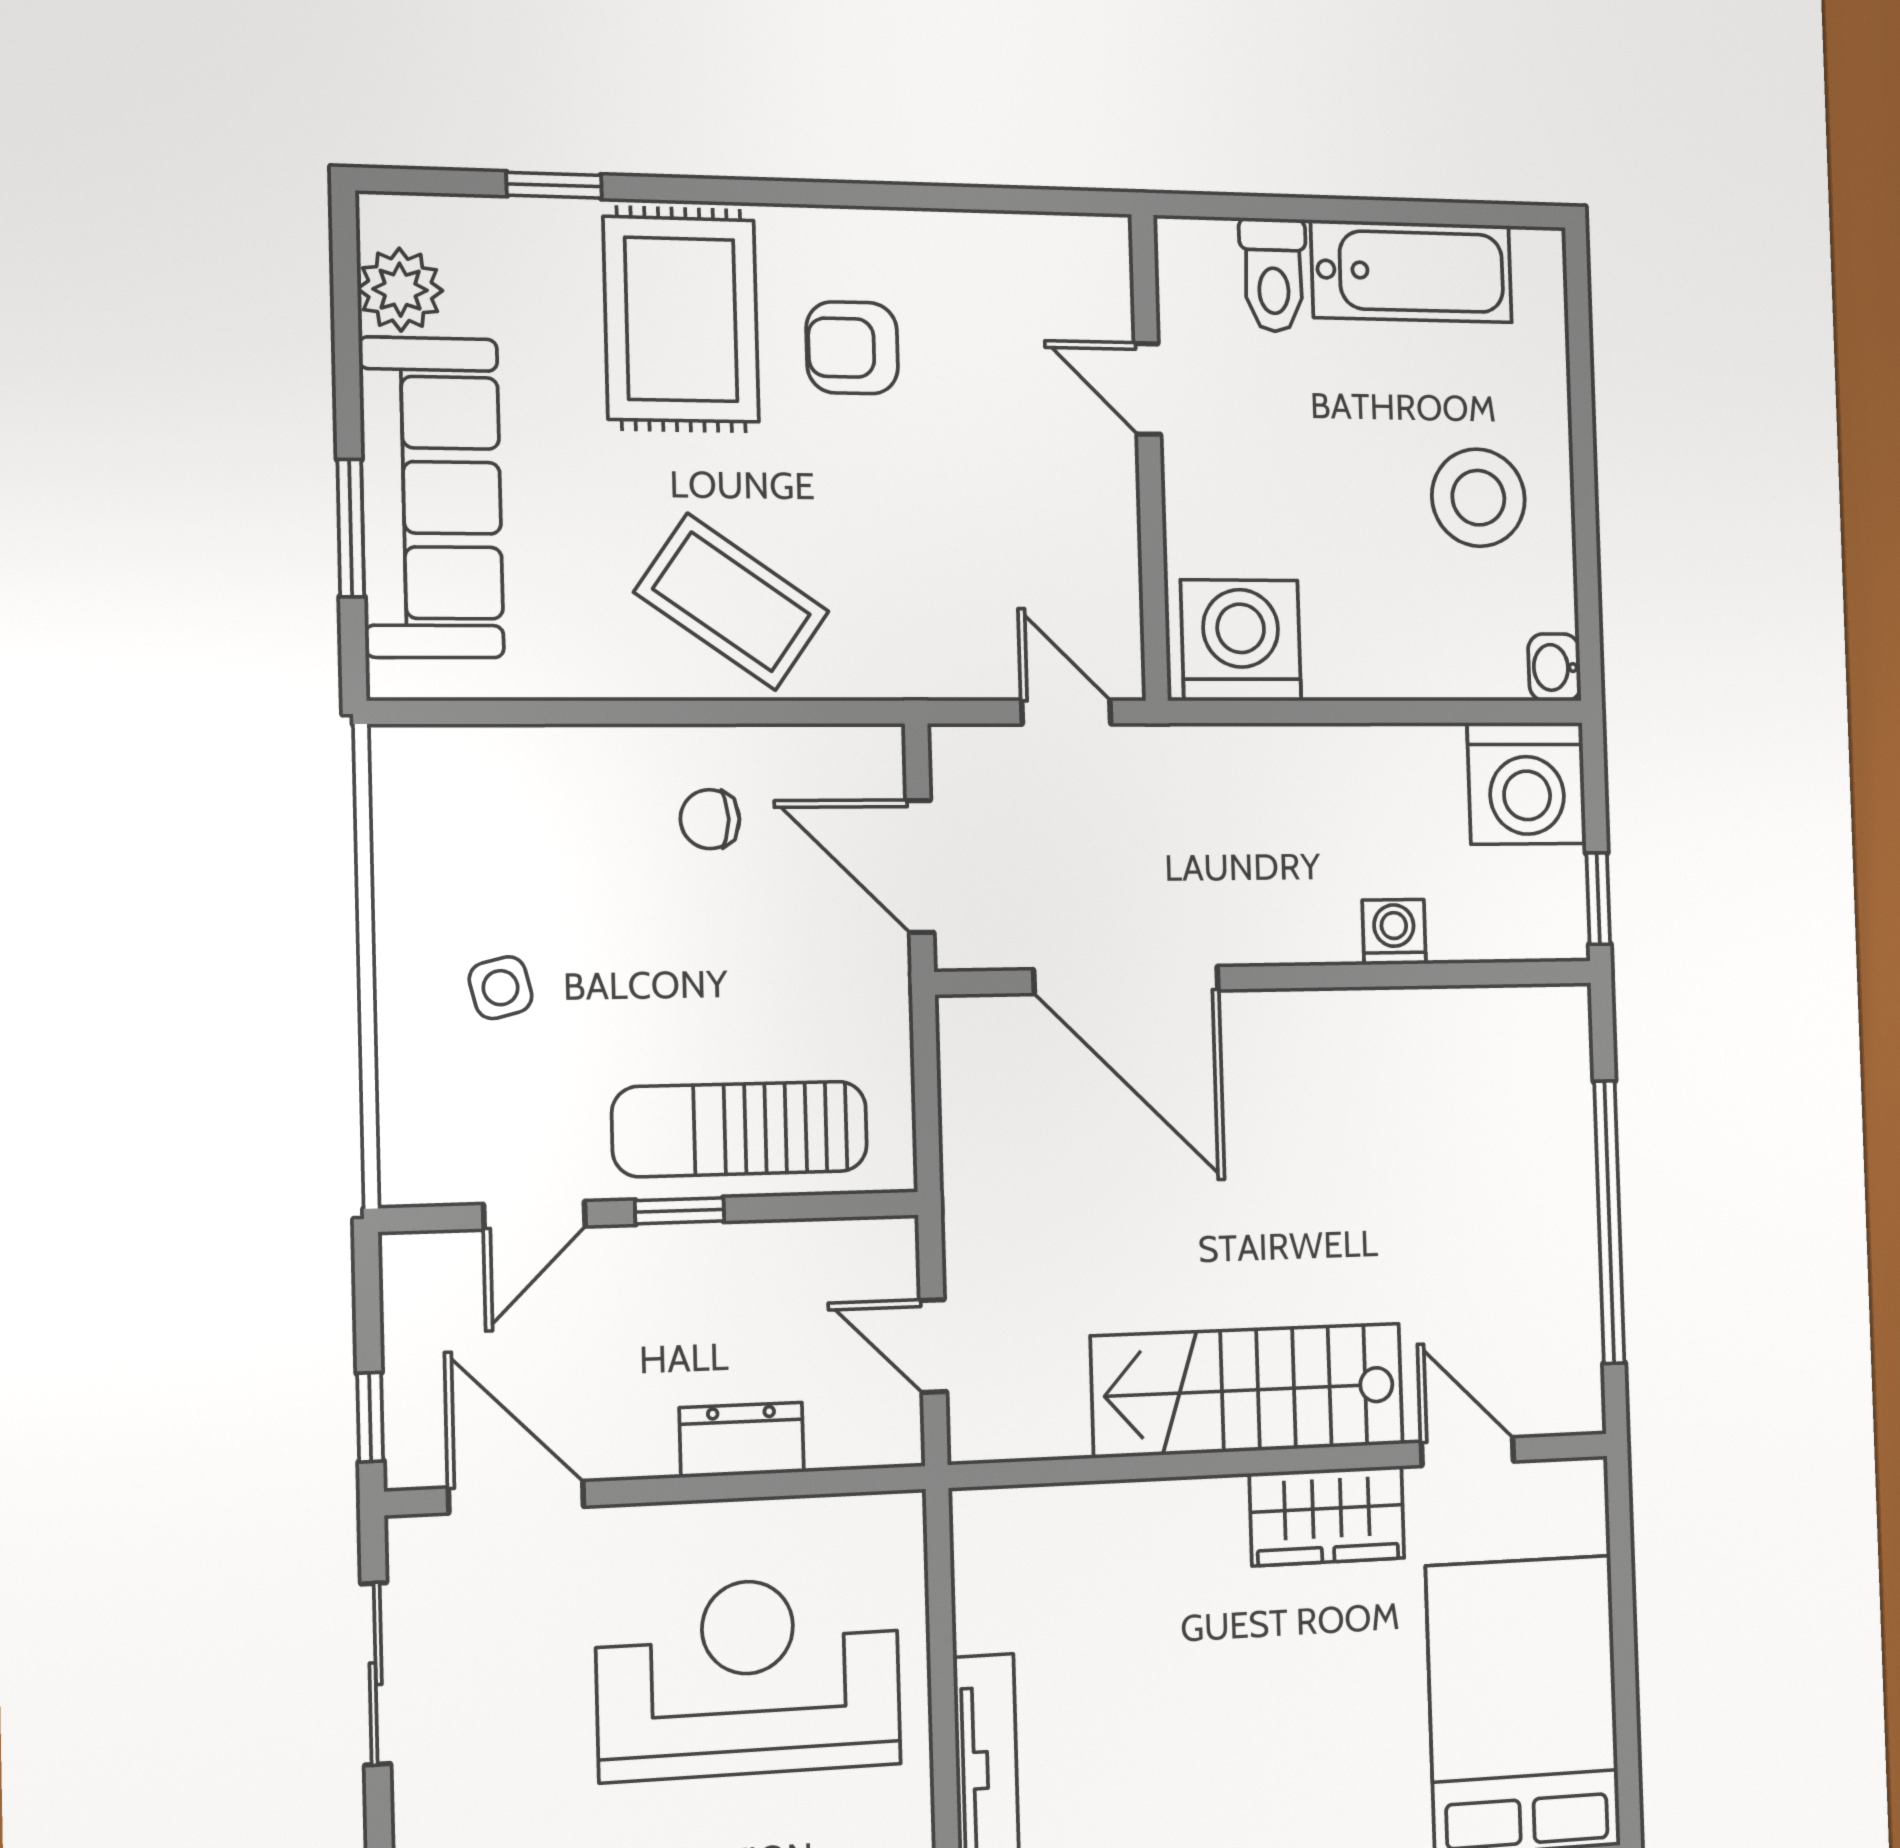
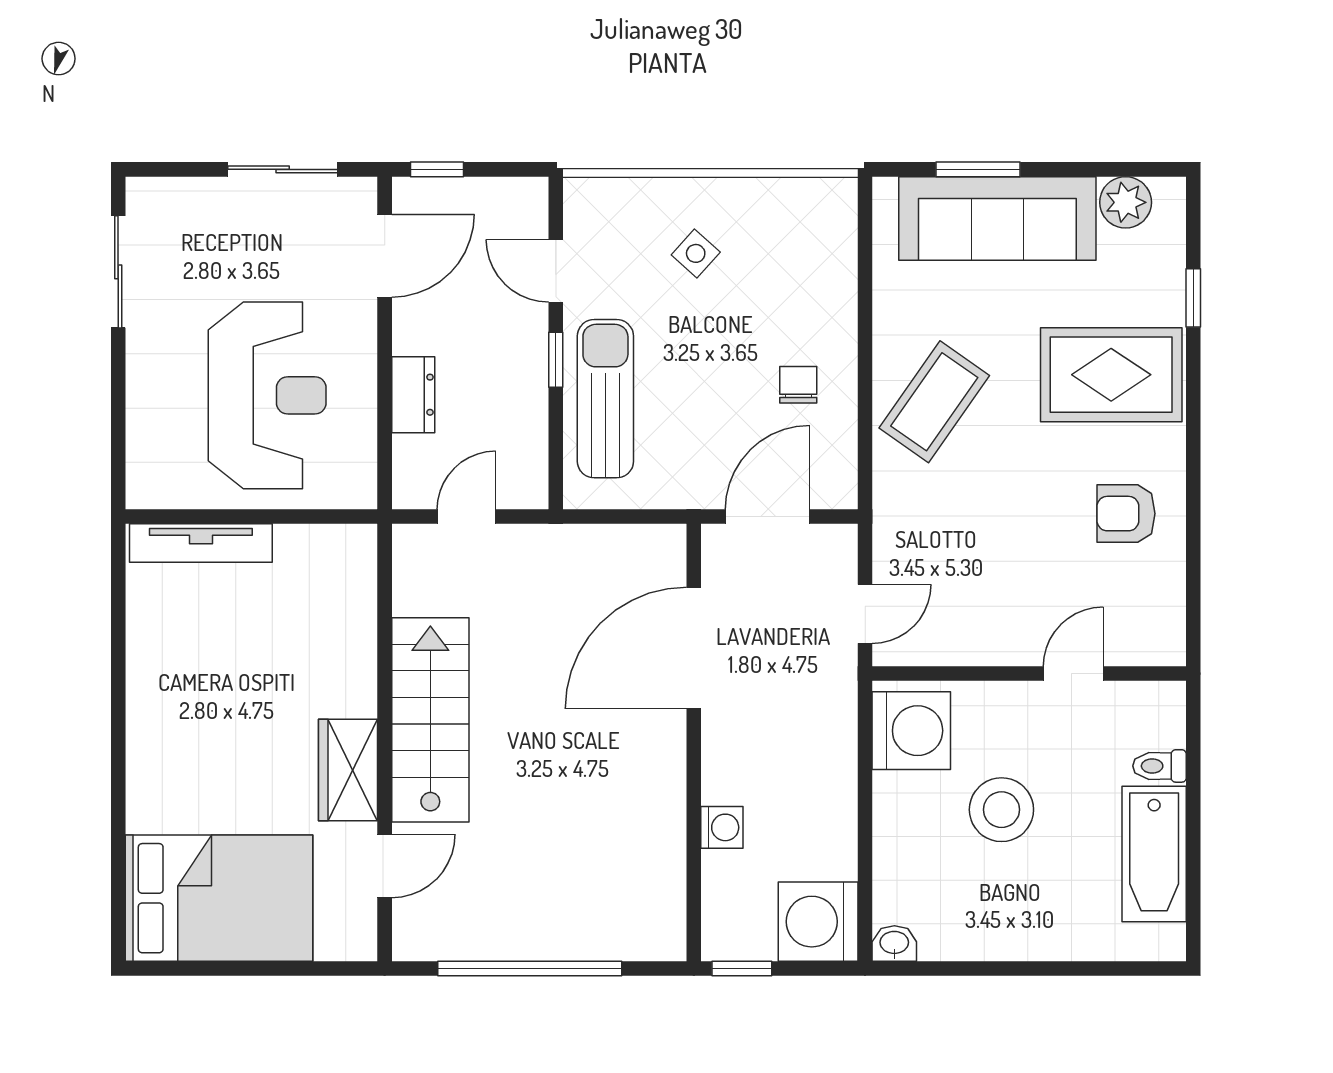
toilet: (1273, 275) -> (1160, 766), width x0.73, depth x0.72
armchair: (852, 348) -> (1126, 514), moved, turned -90
stool: (1478, 498) -> (1001, 810), moved
side table: (501, 988) -> (696, 253), turned -34

